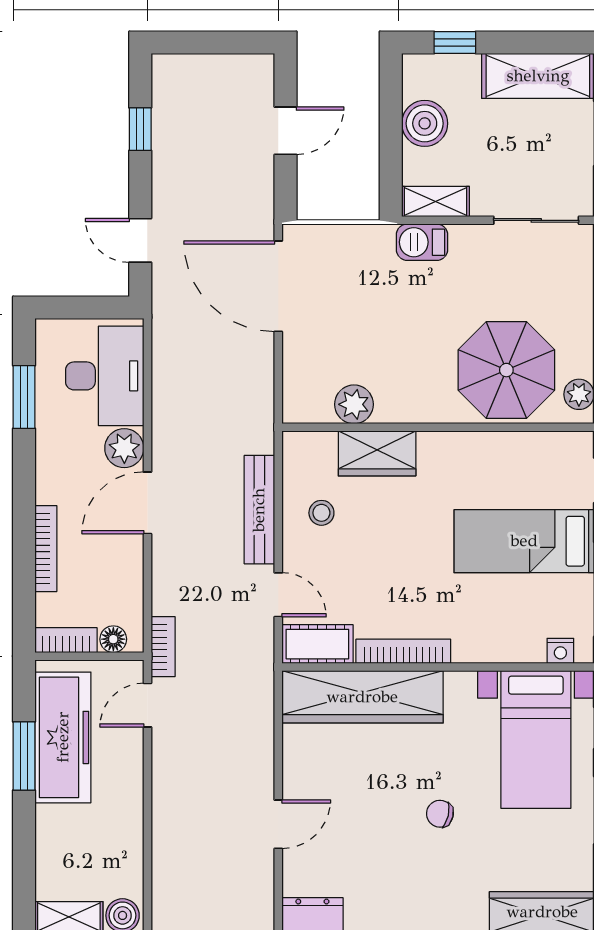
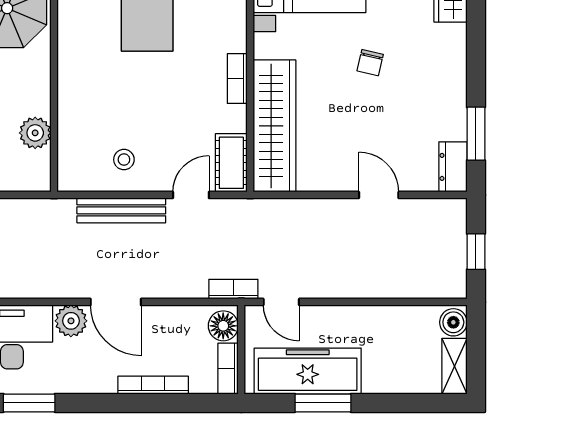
wardrobe: (377, 453) -> (75, 114), removed
floor lamp: (113, 639) -> (223, 326), width x1.37, depth x1.37
bookcase: (403, 651) -> (237, 79), width x0.64

